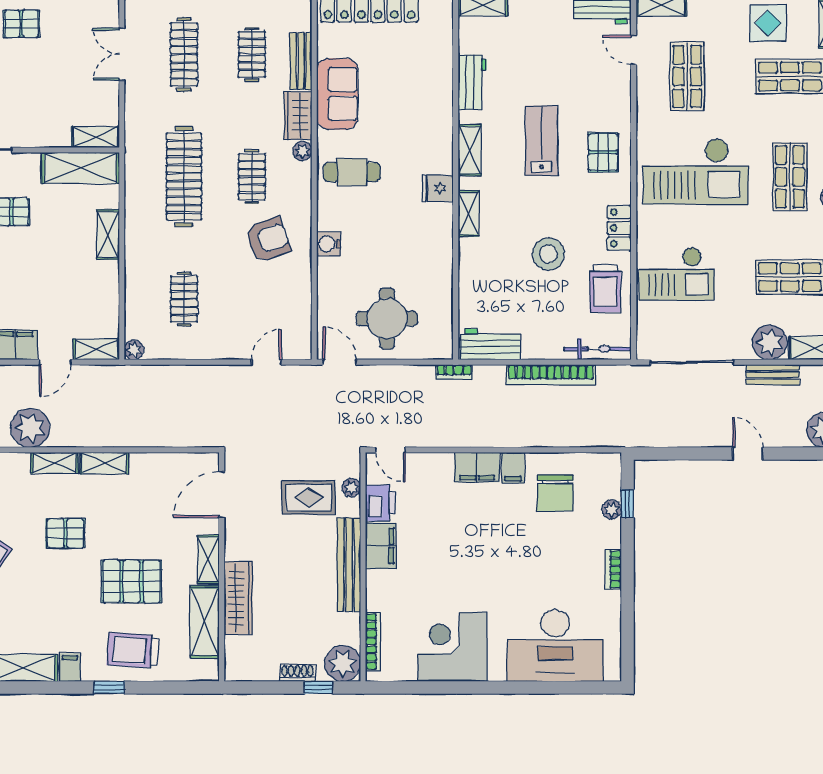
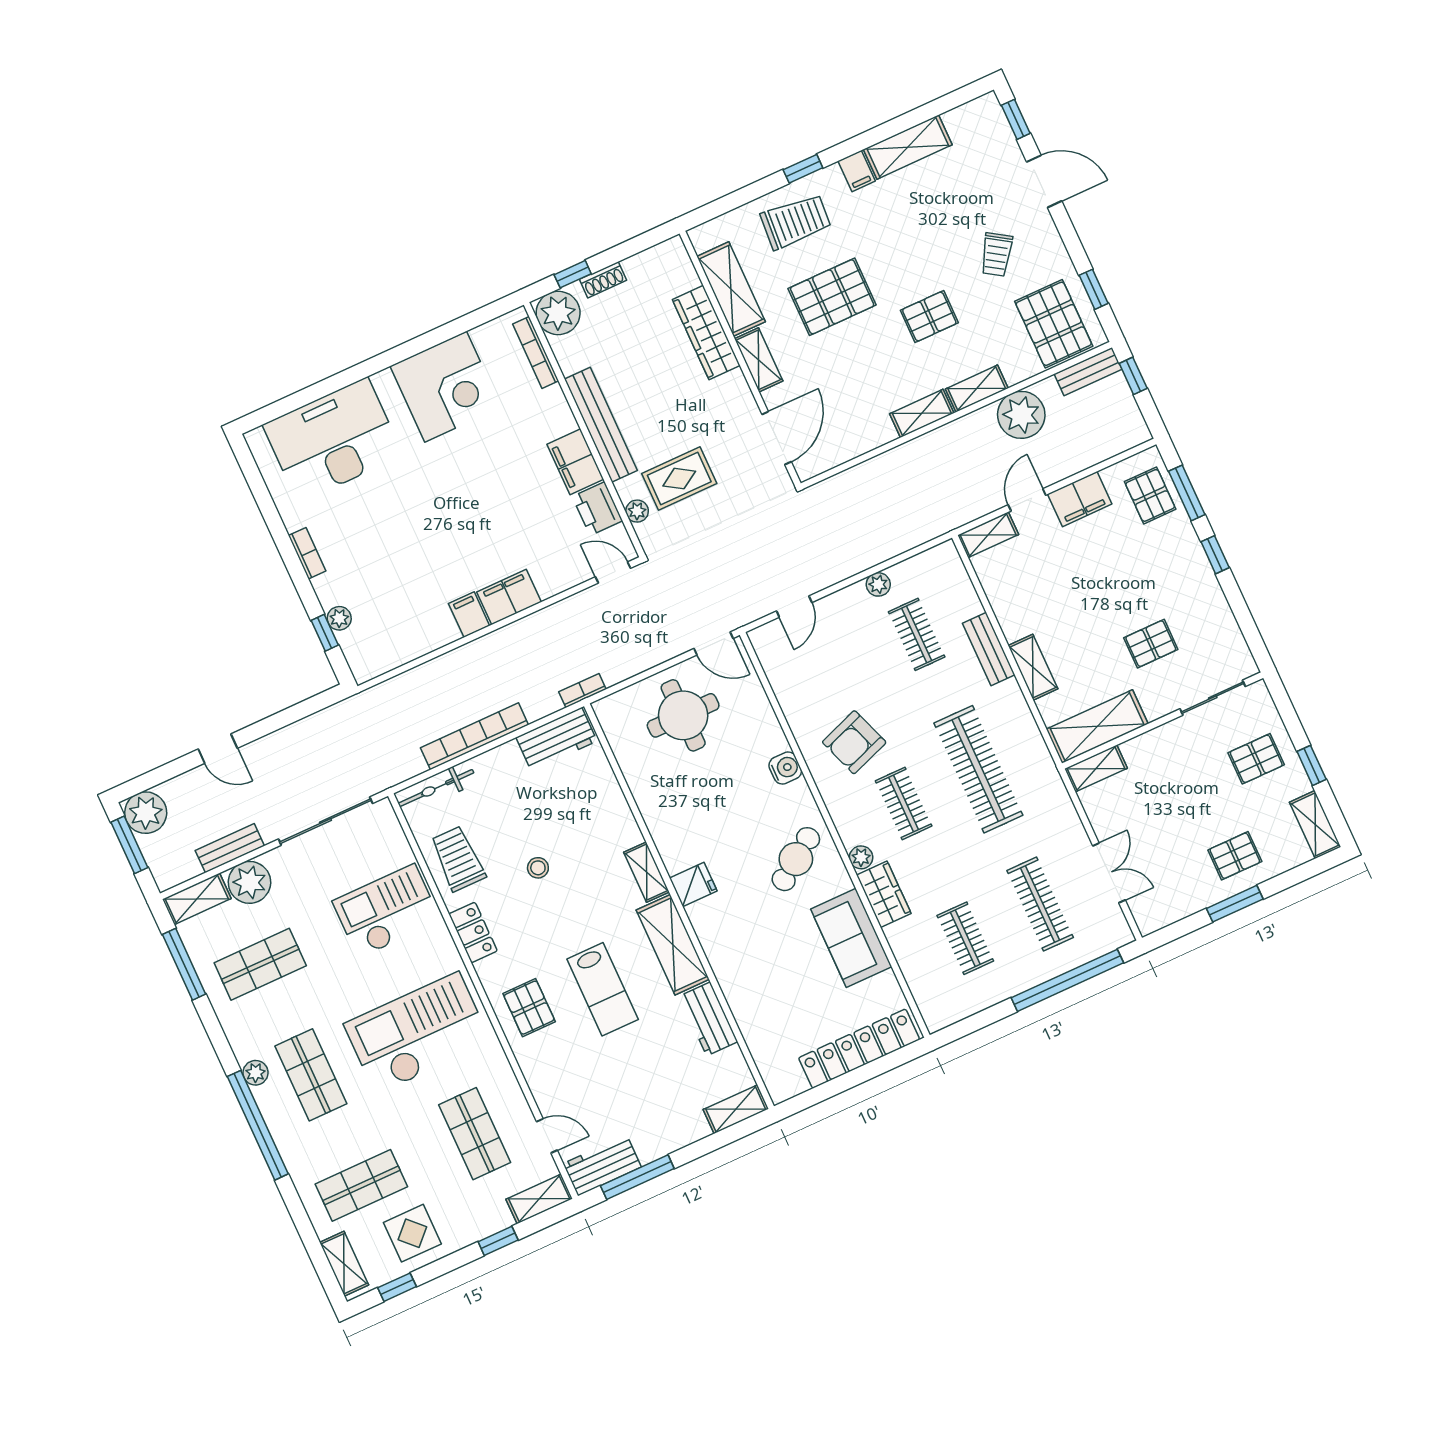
bench: (301, 61) -> (989, 649), moved
shelving: (470, 150) -> (673, 945), width x1.50, depth x1.33
cafe table: (352, 172) -> (796, 859), turned -35
stool: (548, 254) -> (538, 868), width x0.53, depth x0.53
plant: (134, 350) -> (878, 584), moved
chair: (555, 493) -> (410, 608), removed

